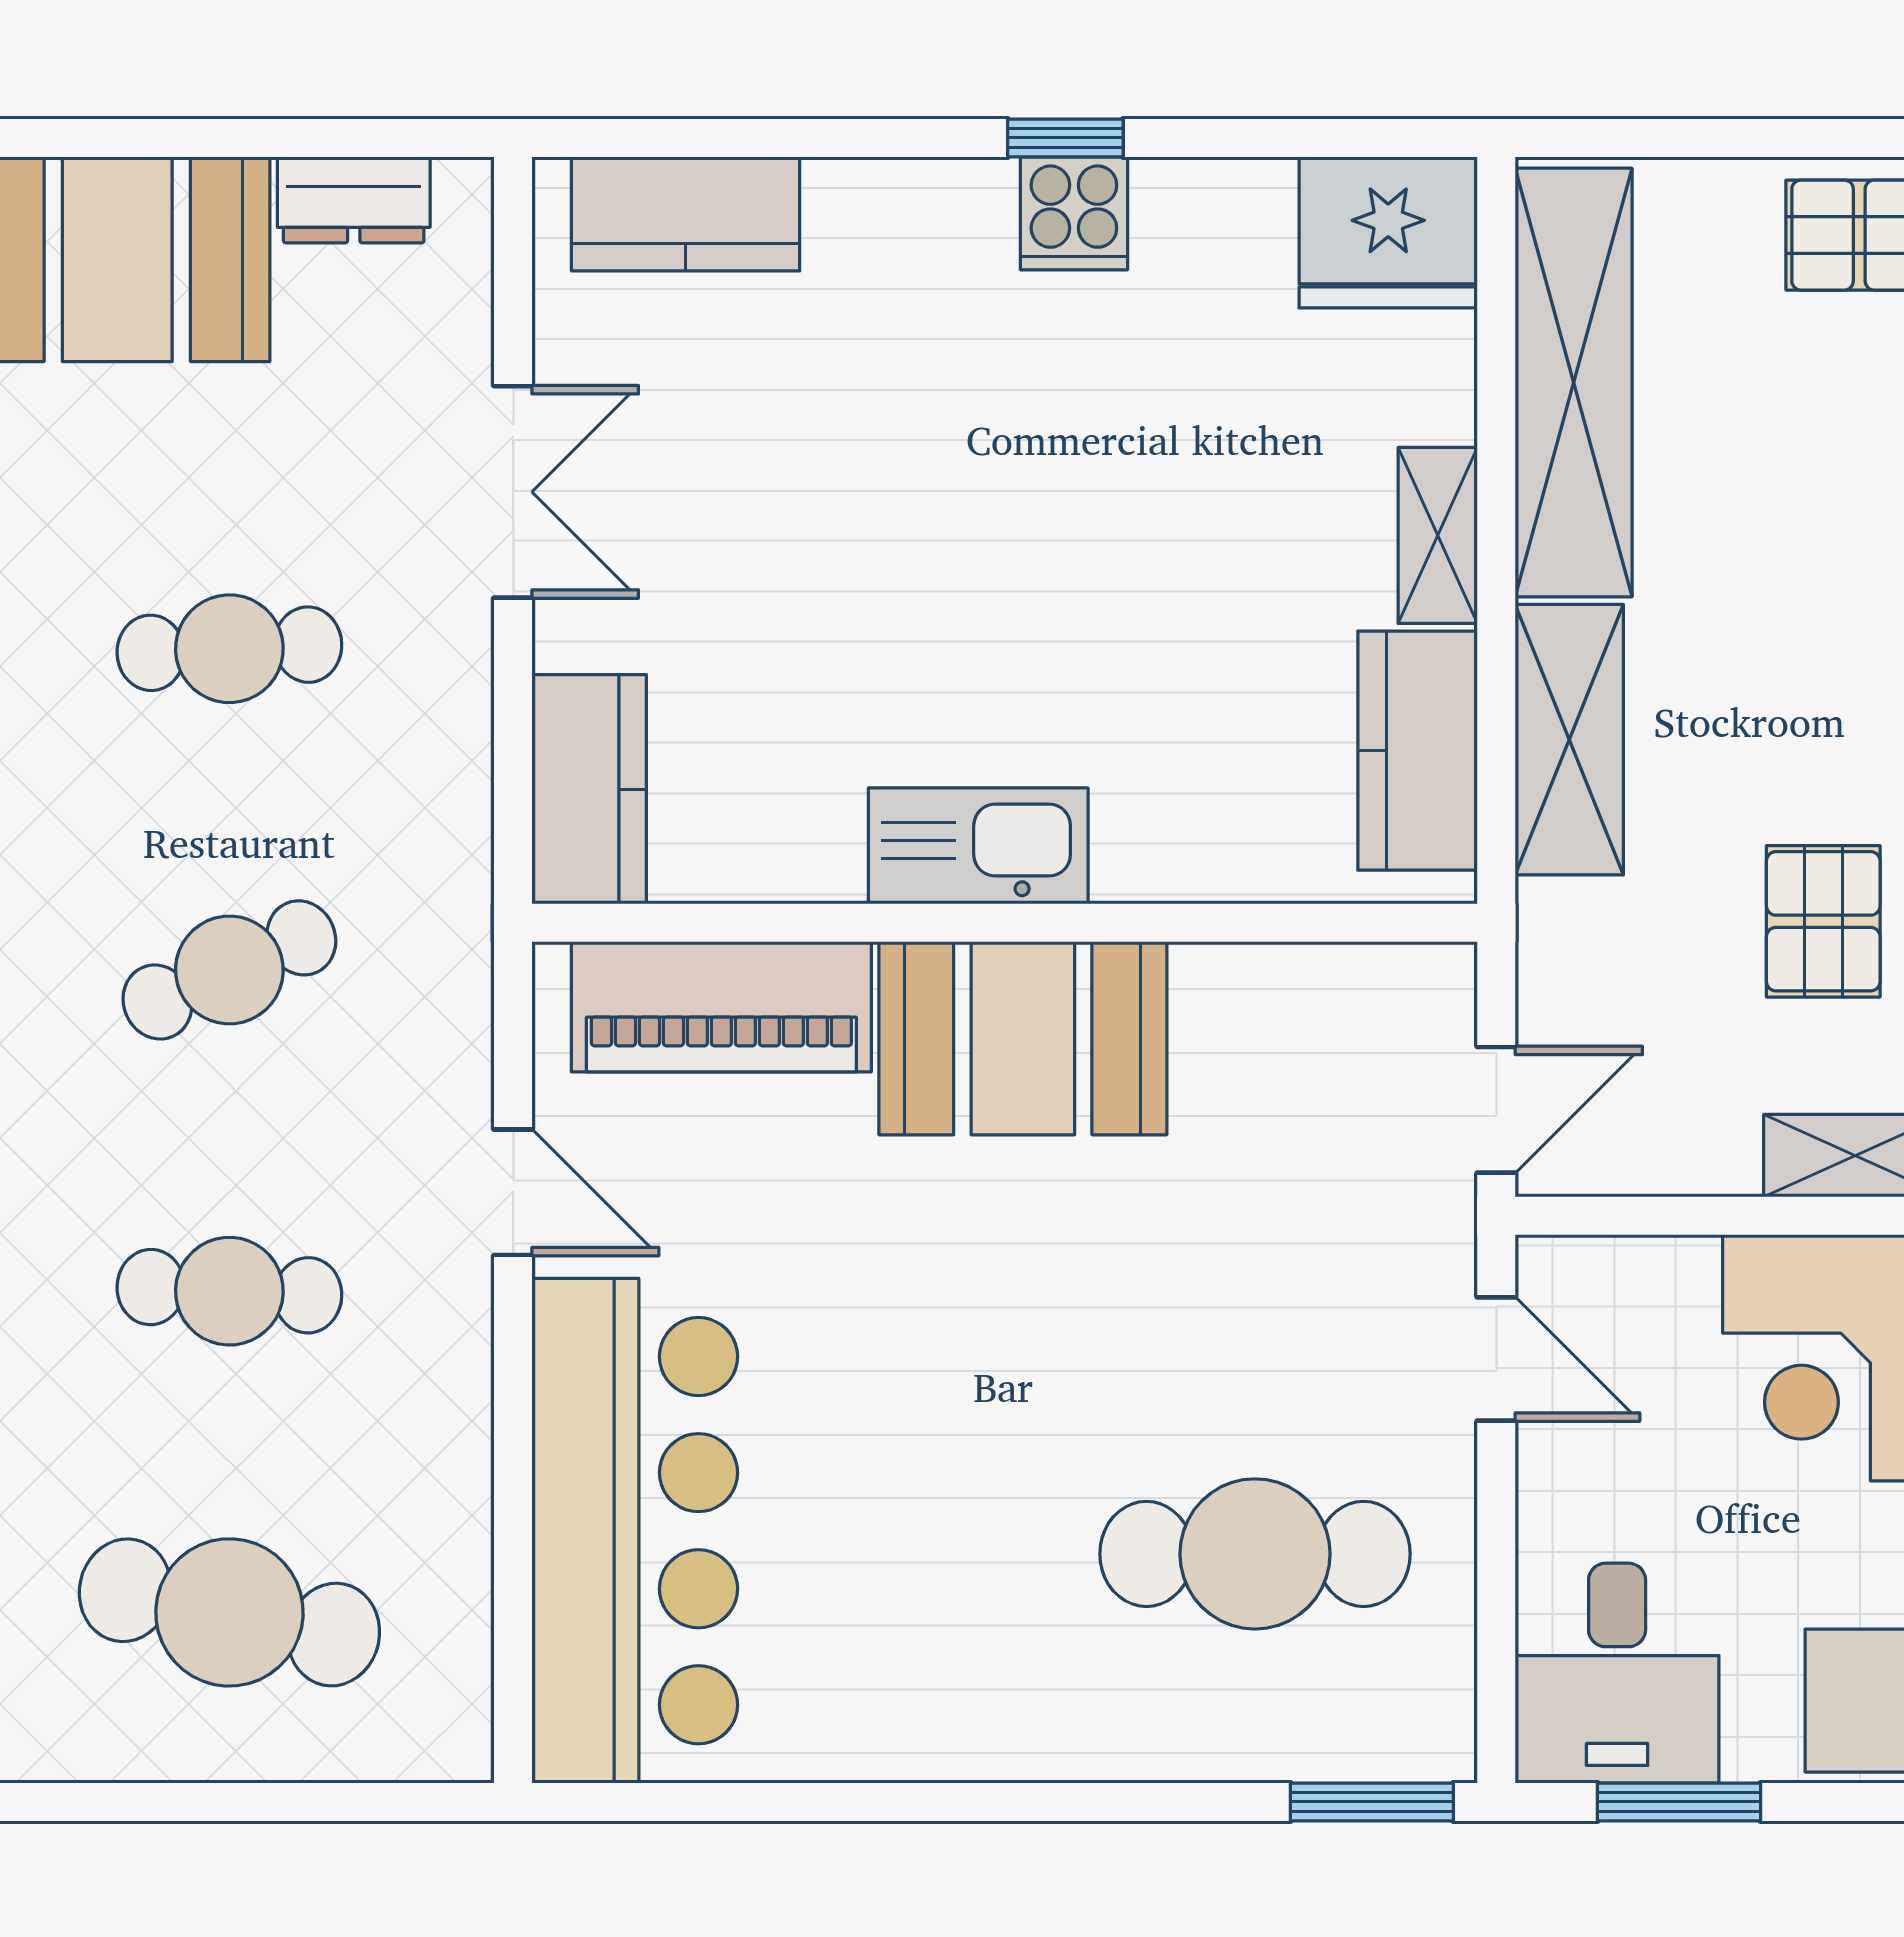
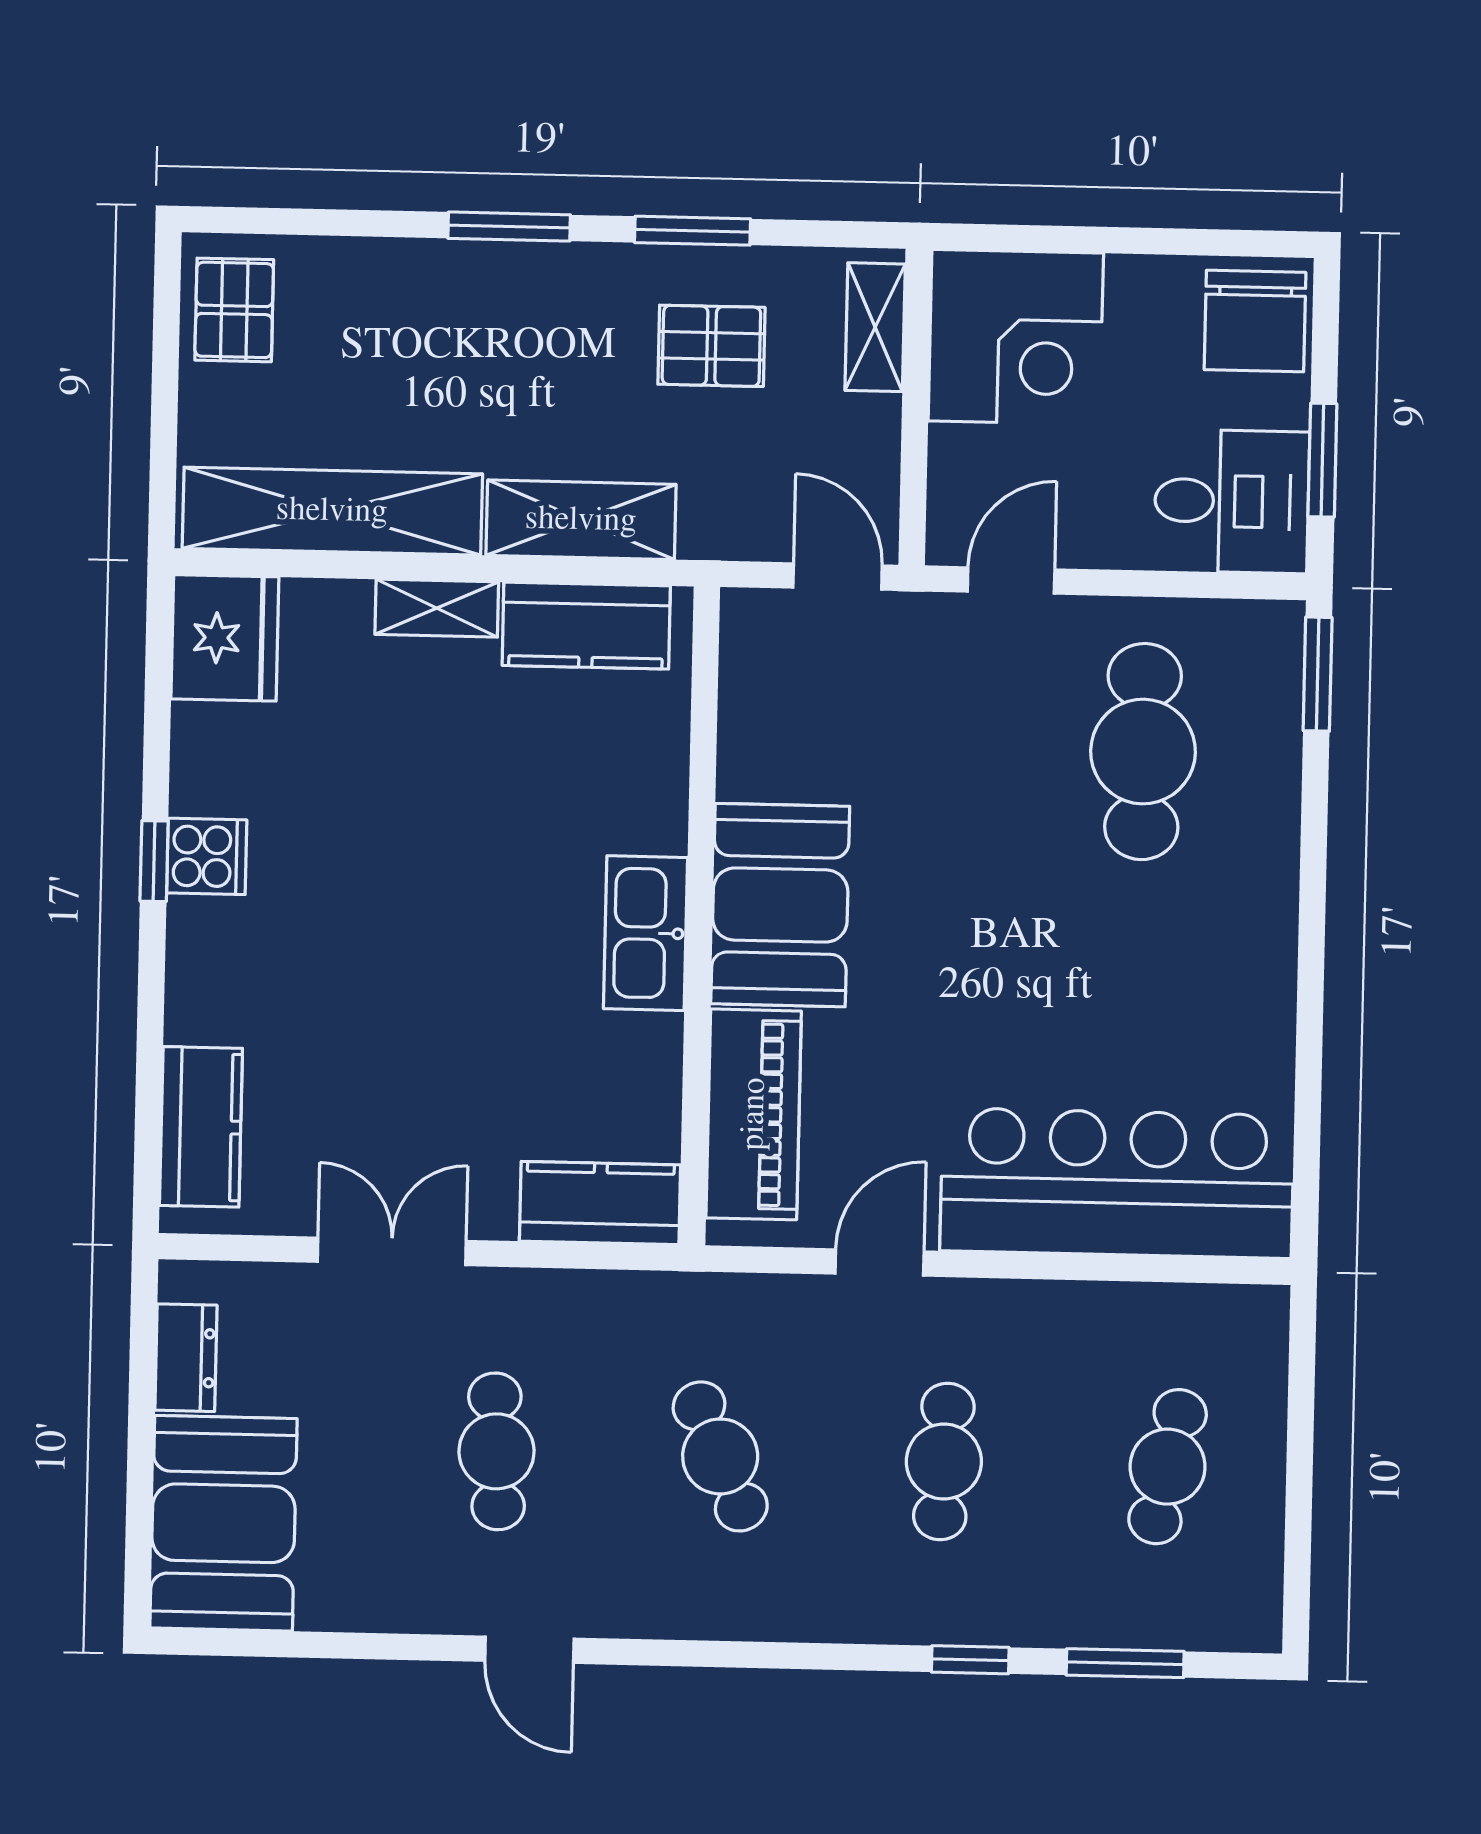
cafe table: (229, 1612) -> (1168, 1467), width x0.73, depth x0.74

